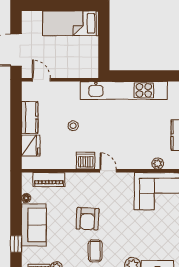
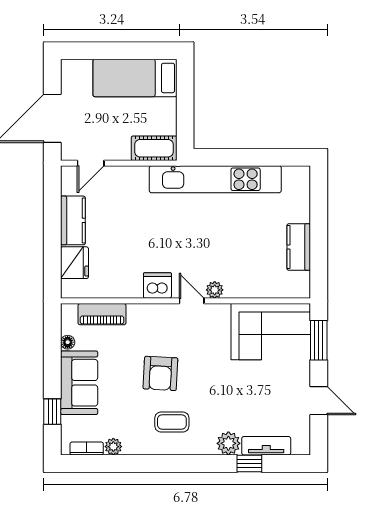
cot: (83, 70) -> (154, 148), added
door: (41, 80) -> (91, 163), swing flipped
stool: (73, 126) -> (139, 233), removed
plant: (158, 164) -> (215, 290), moved
coffee table: (95, 251) -> (172, 422), turned 90

